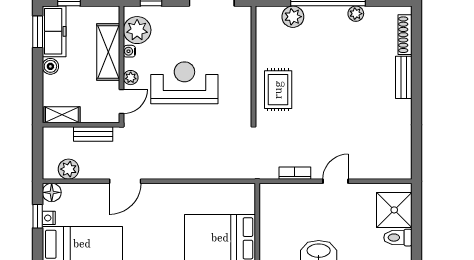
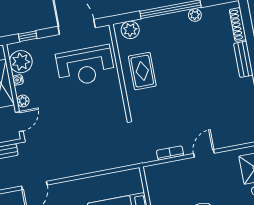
plant: (293, 17) -> (130, 30), moved
reception desk: (184, 83) -> (85, 66), moved, turned 180
rug: (278, 90) -> (142, 71), moved

